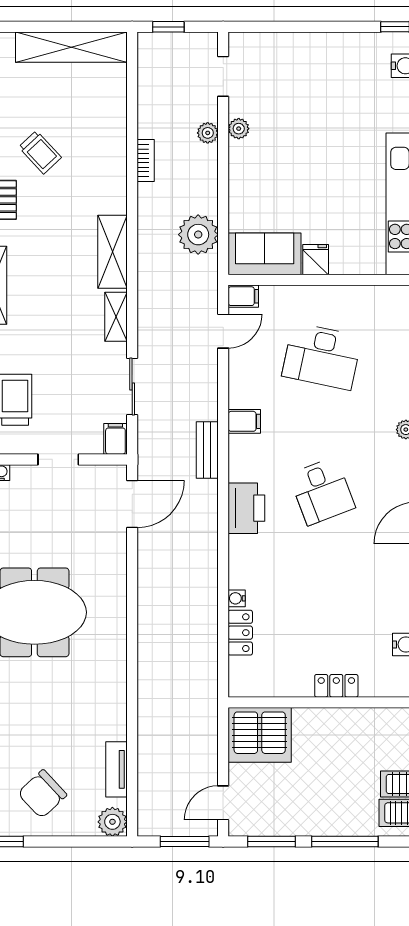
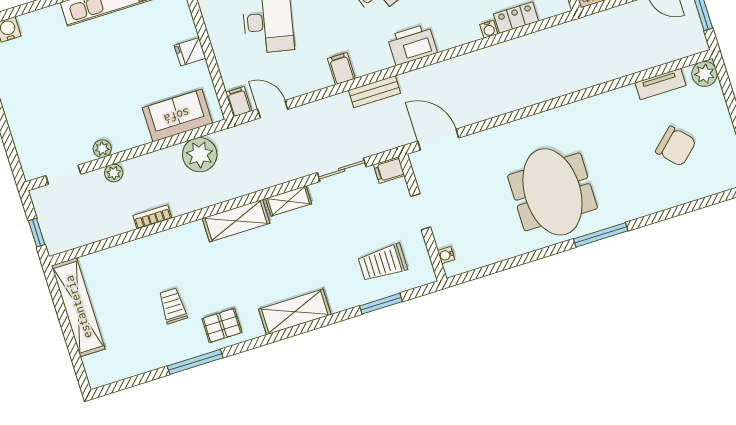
trolley: (40, 152) -> (173, 306), turned -47
sofa: (265, 254) -> (177, 116), moved, turned 90
chair: (42, 794) -> (676, 146), moved

